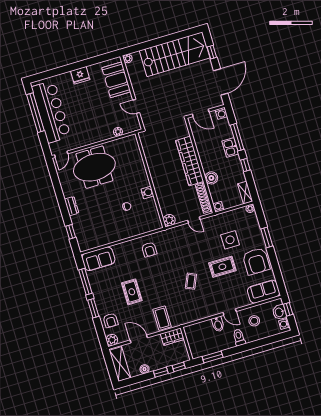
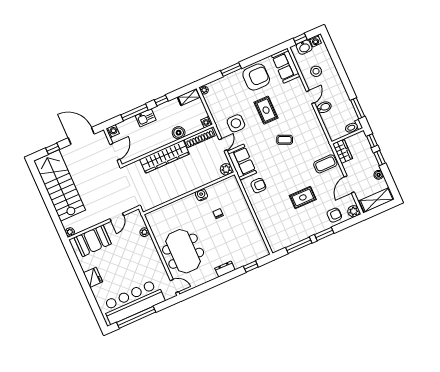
side table: (230, 240) -> (236, 123), moved
sofa: (98, 259) -> (242, 162), moved
toilet: (239, 337) -> (353, 127), moved

